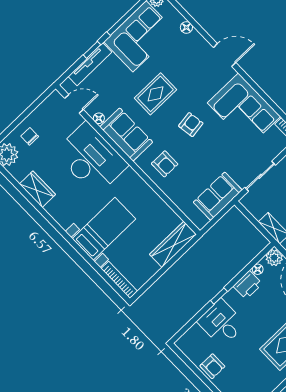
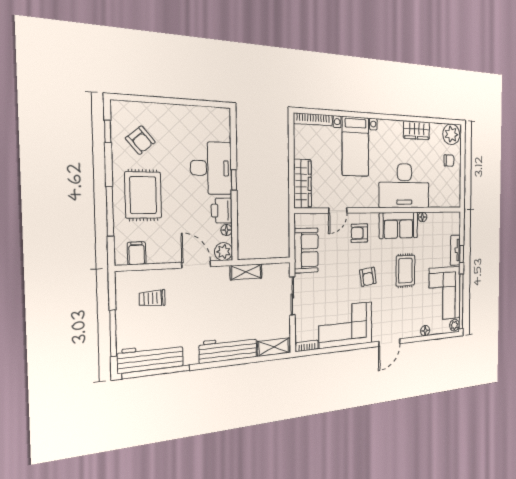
tv unit: (90, 64) -> (455, 250), width x0.71
door: (74, 104) -> (338, 211), moved
desk: (221, 323) -> (211, 168), width x1.37
armchair: (212, 366) -> (140, 140), moved, turned -130

